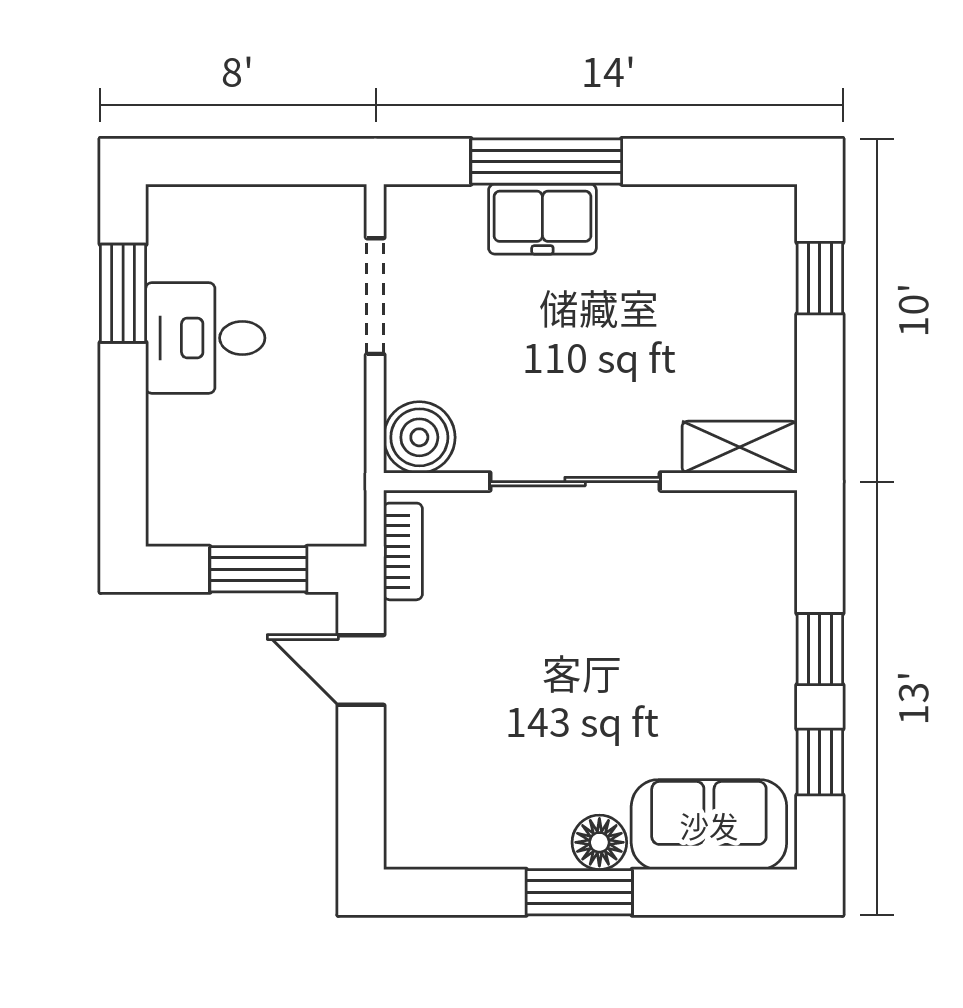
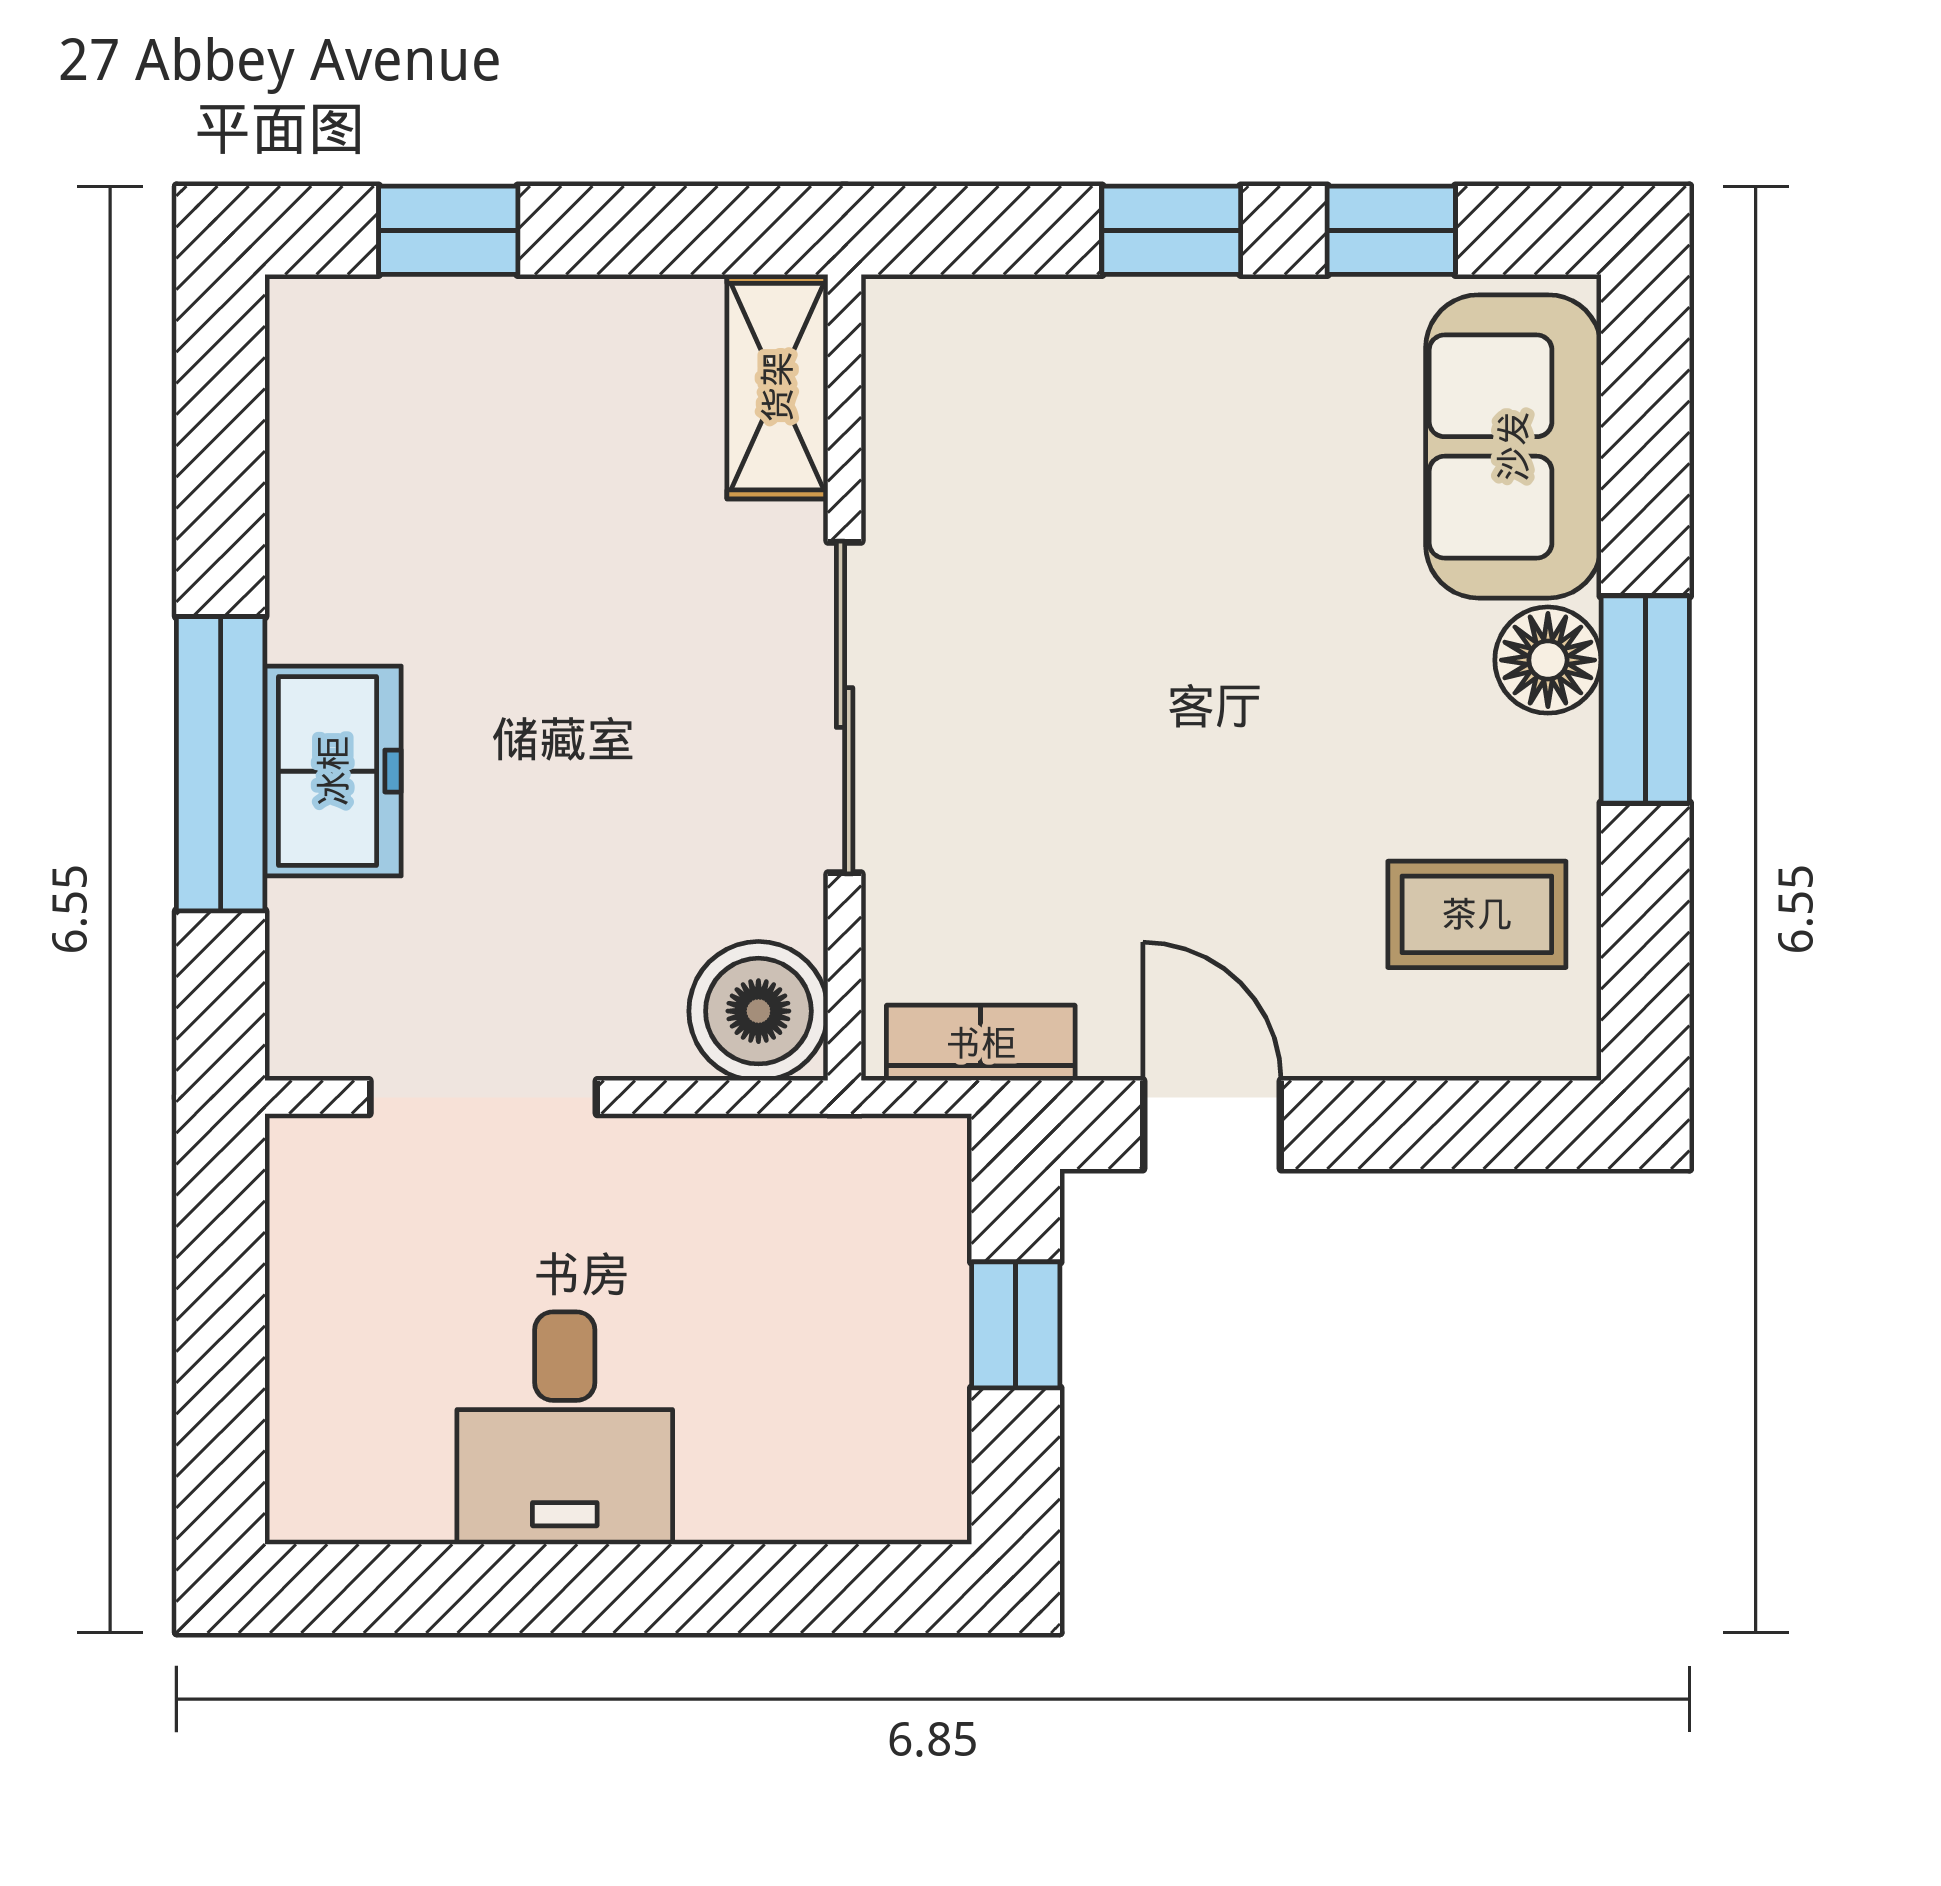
window: (123, 293) -> (478, 1589), removed
window: (258, 569) -> (1016, 1325), width x0.67
door: (361, 670) -> (1212, 1125), swing flipped
coffee table: (469, 806) -> (1477, 914), added

